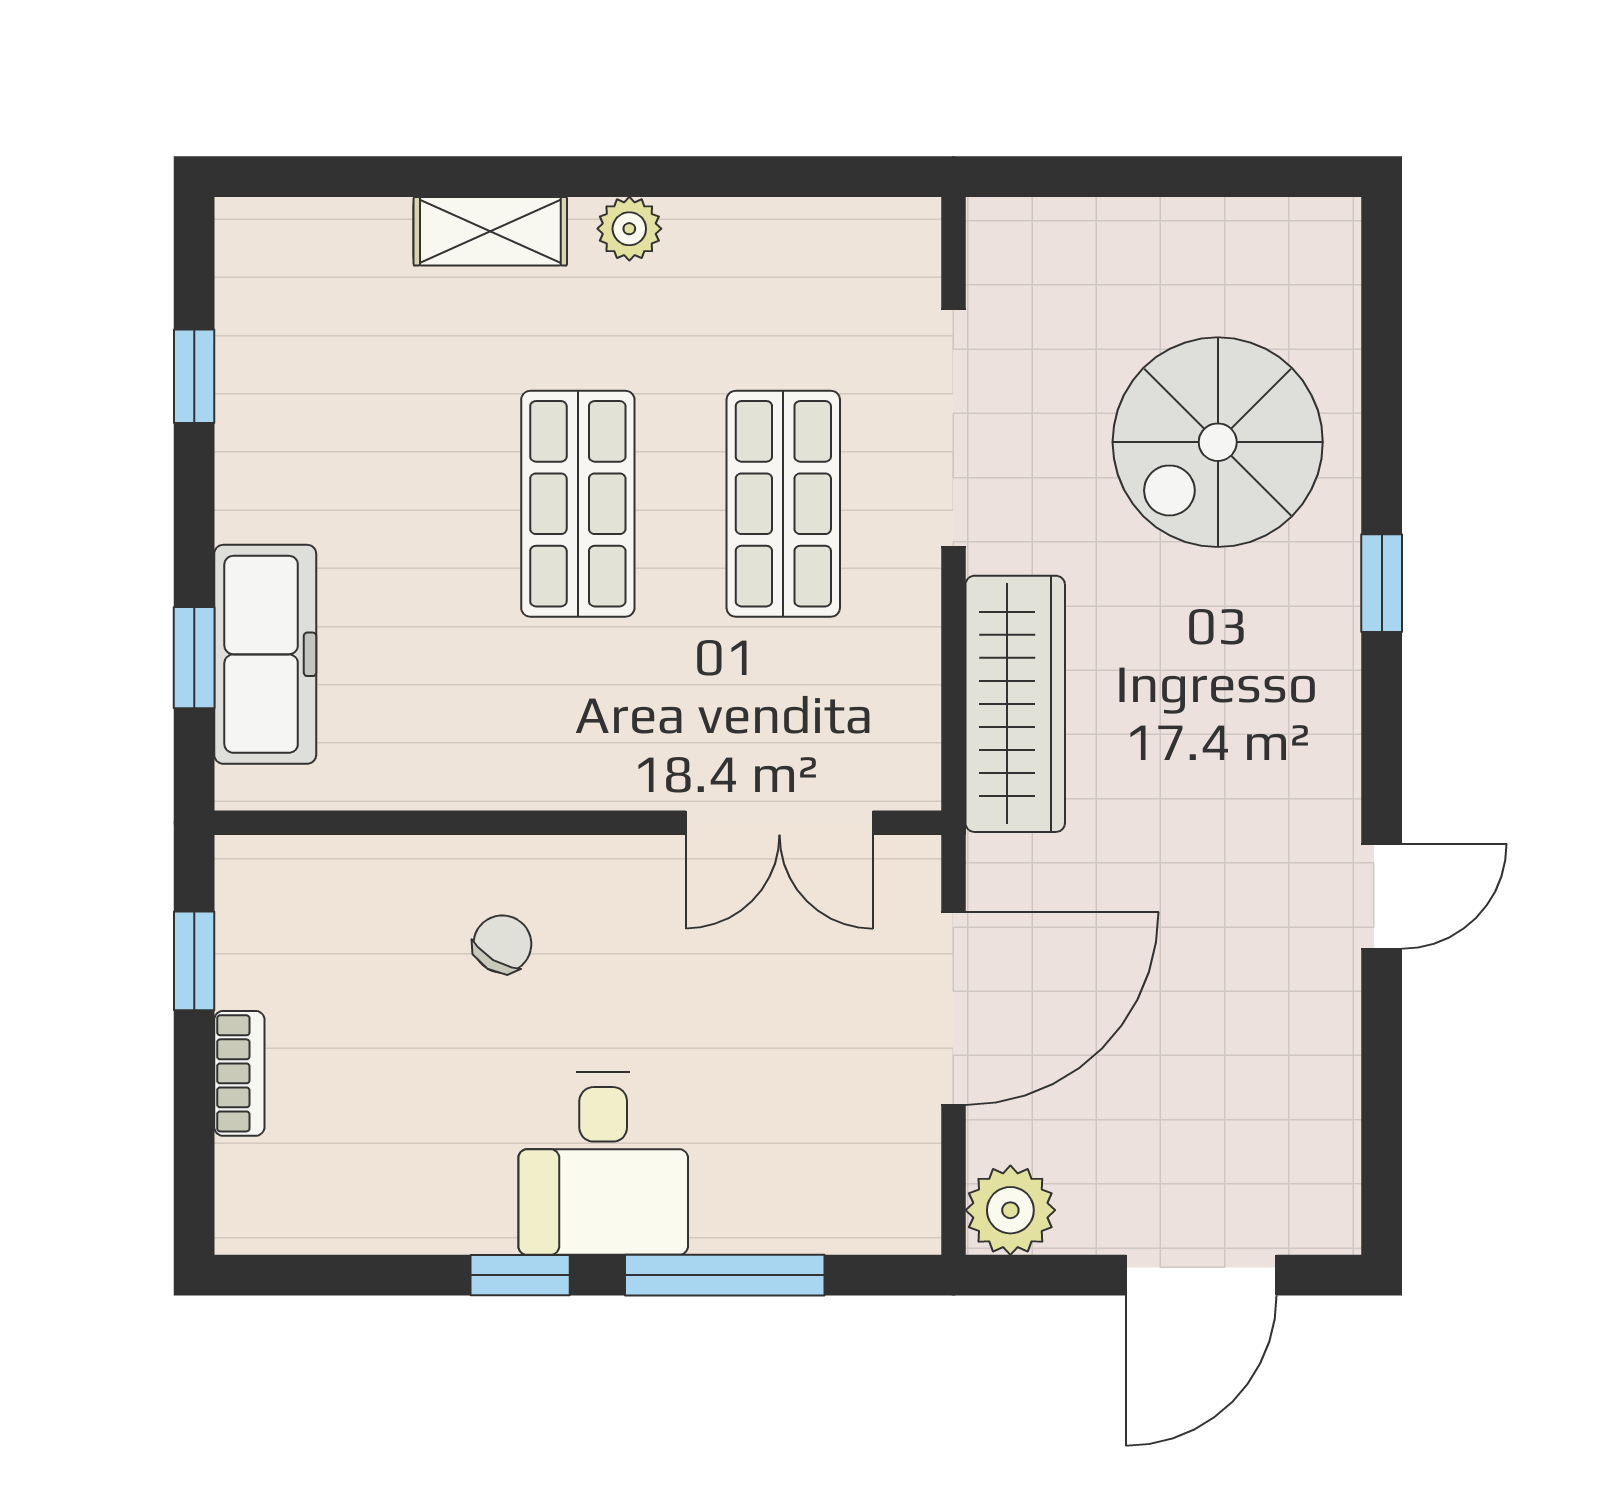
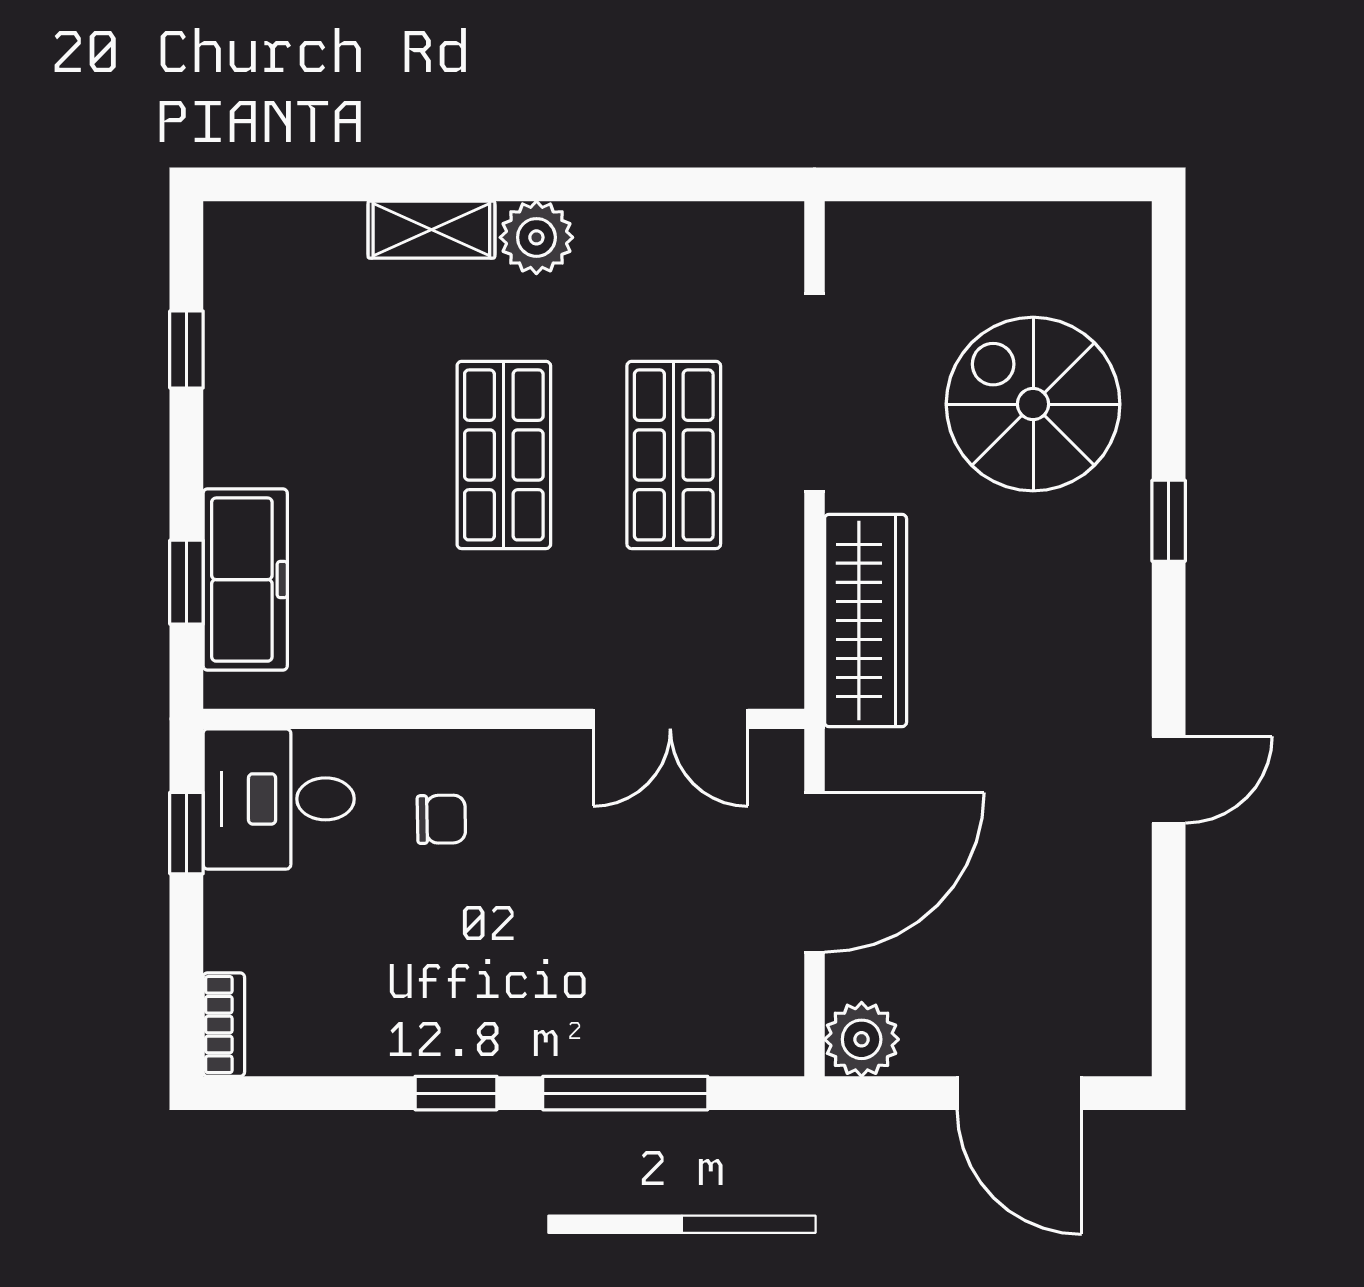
plant: (629, 229) -> (536, 237), width x1.38, depth x1.38
spiral stairs: (1218, 442) -> (1033, 404), turned 90
chair: (502, 944) -> (441, 819), turned 58
bookcase: (239, 1073) -> (224, 1025), moved
desk: (603, 1164) -> (279, 799), moved, turned 90
door: (1201, 1275) -> (1019, 1093), hinge flipped

